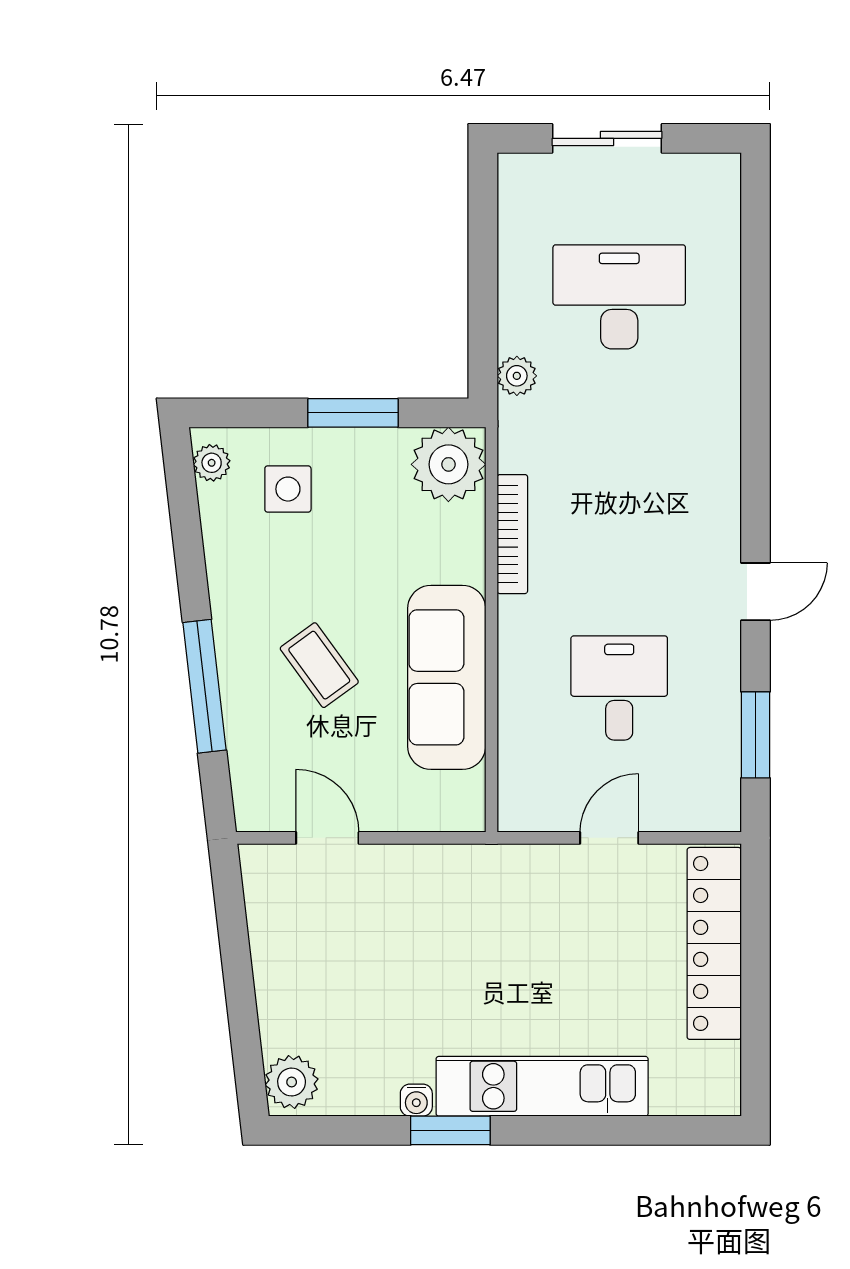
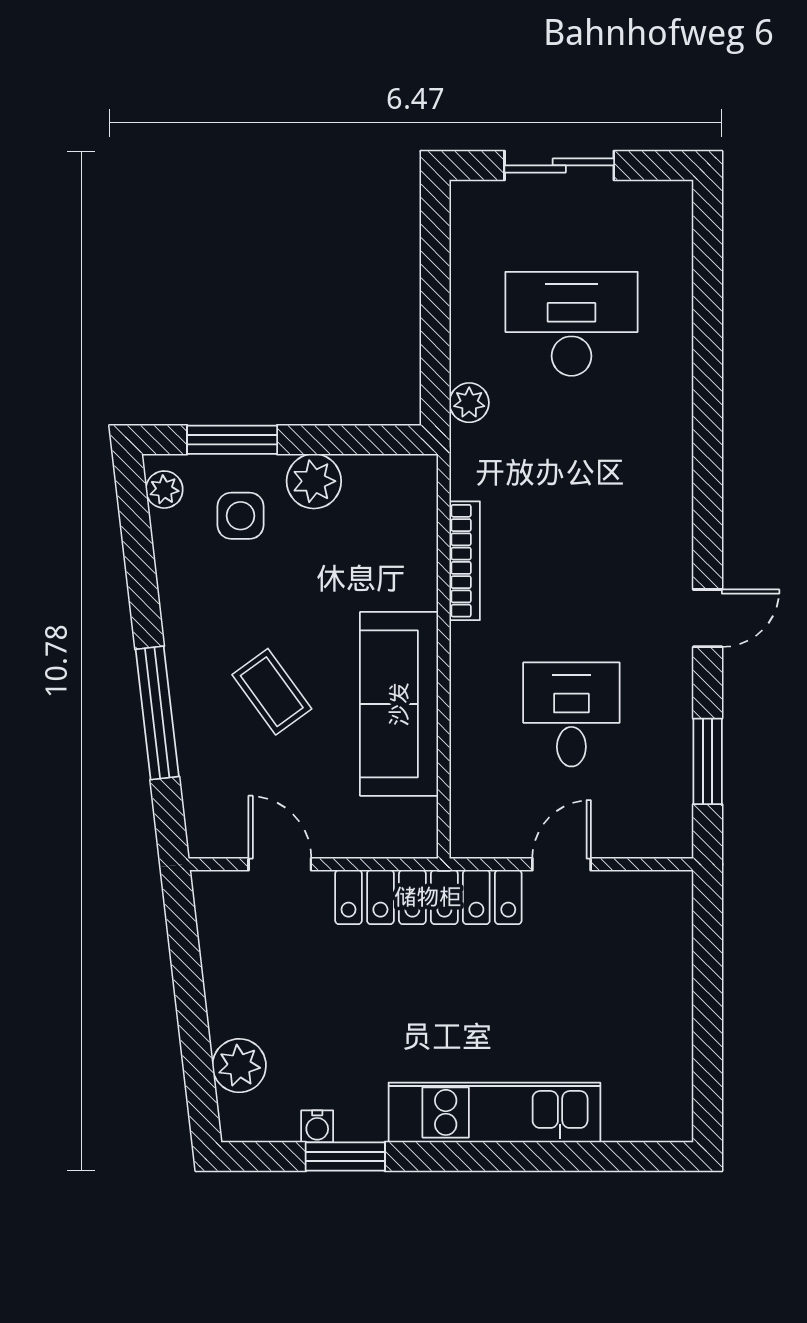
window: (353, 413) -> (232, 440), moved
plant: (448, 464) -> (314, 481), moved, width x0.73, depth x0.73
locker: (714, 943) -> (428, 897), moved, turned -90
plant: (292, 1082) -> (239, 1066), moved
water cooler: (416, 1100) -> (317, 1126), moved
window: (450, 1130) -> (345, 1156), moved

